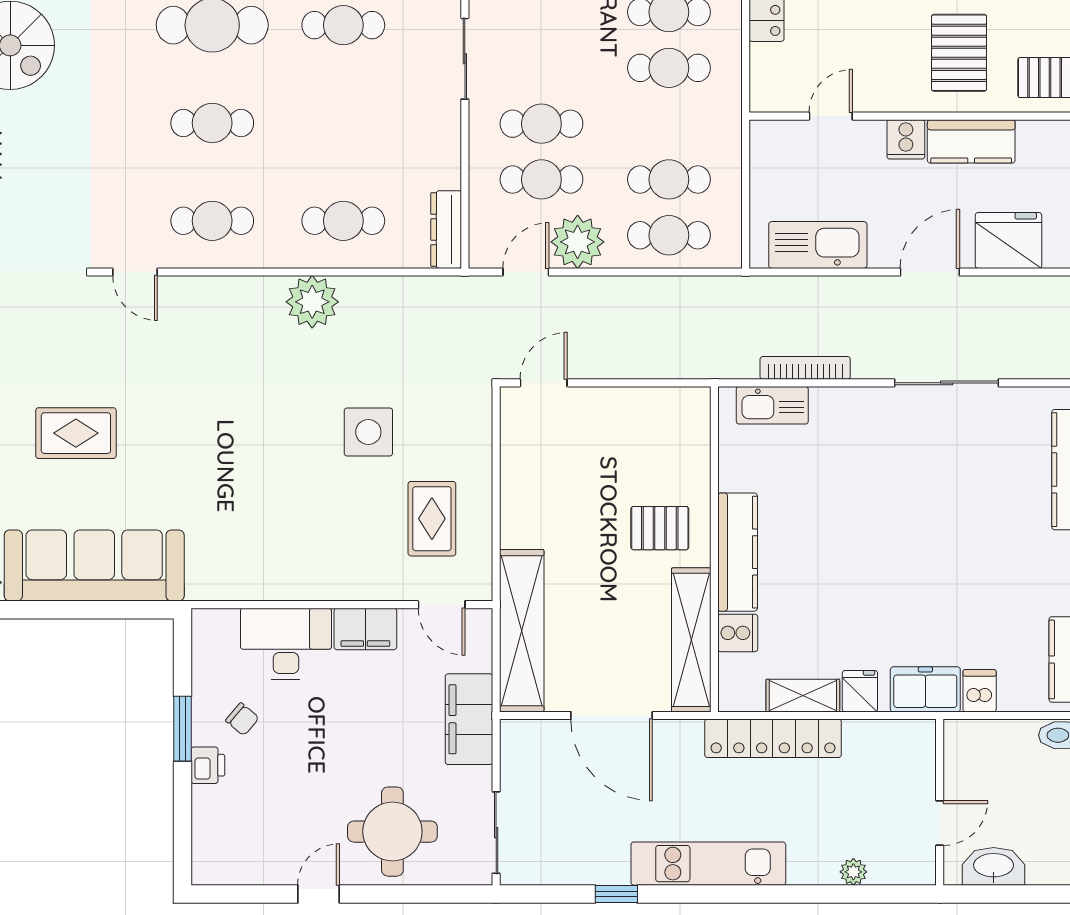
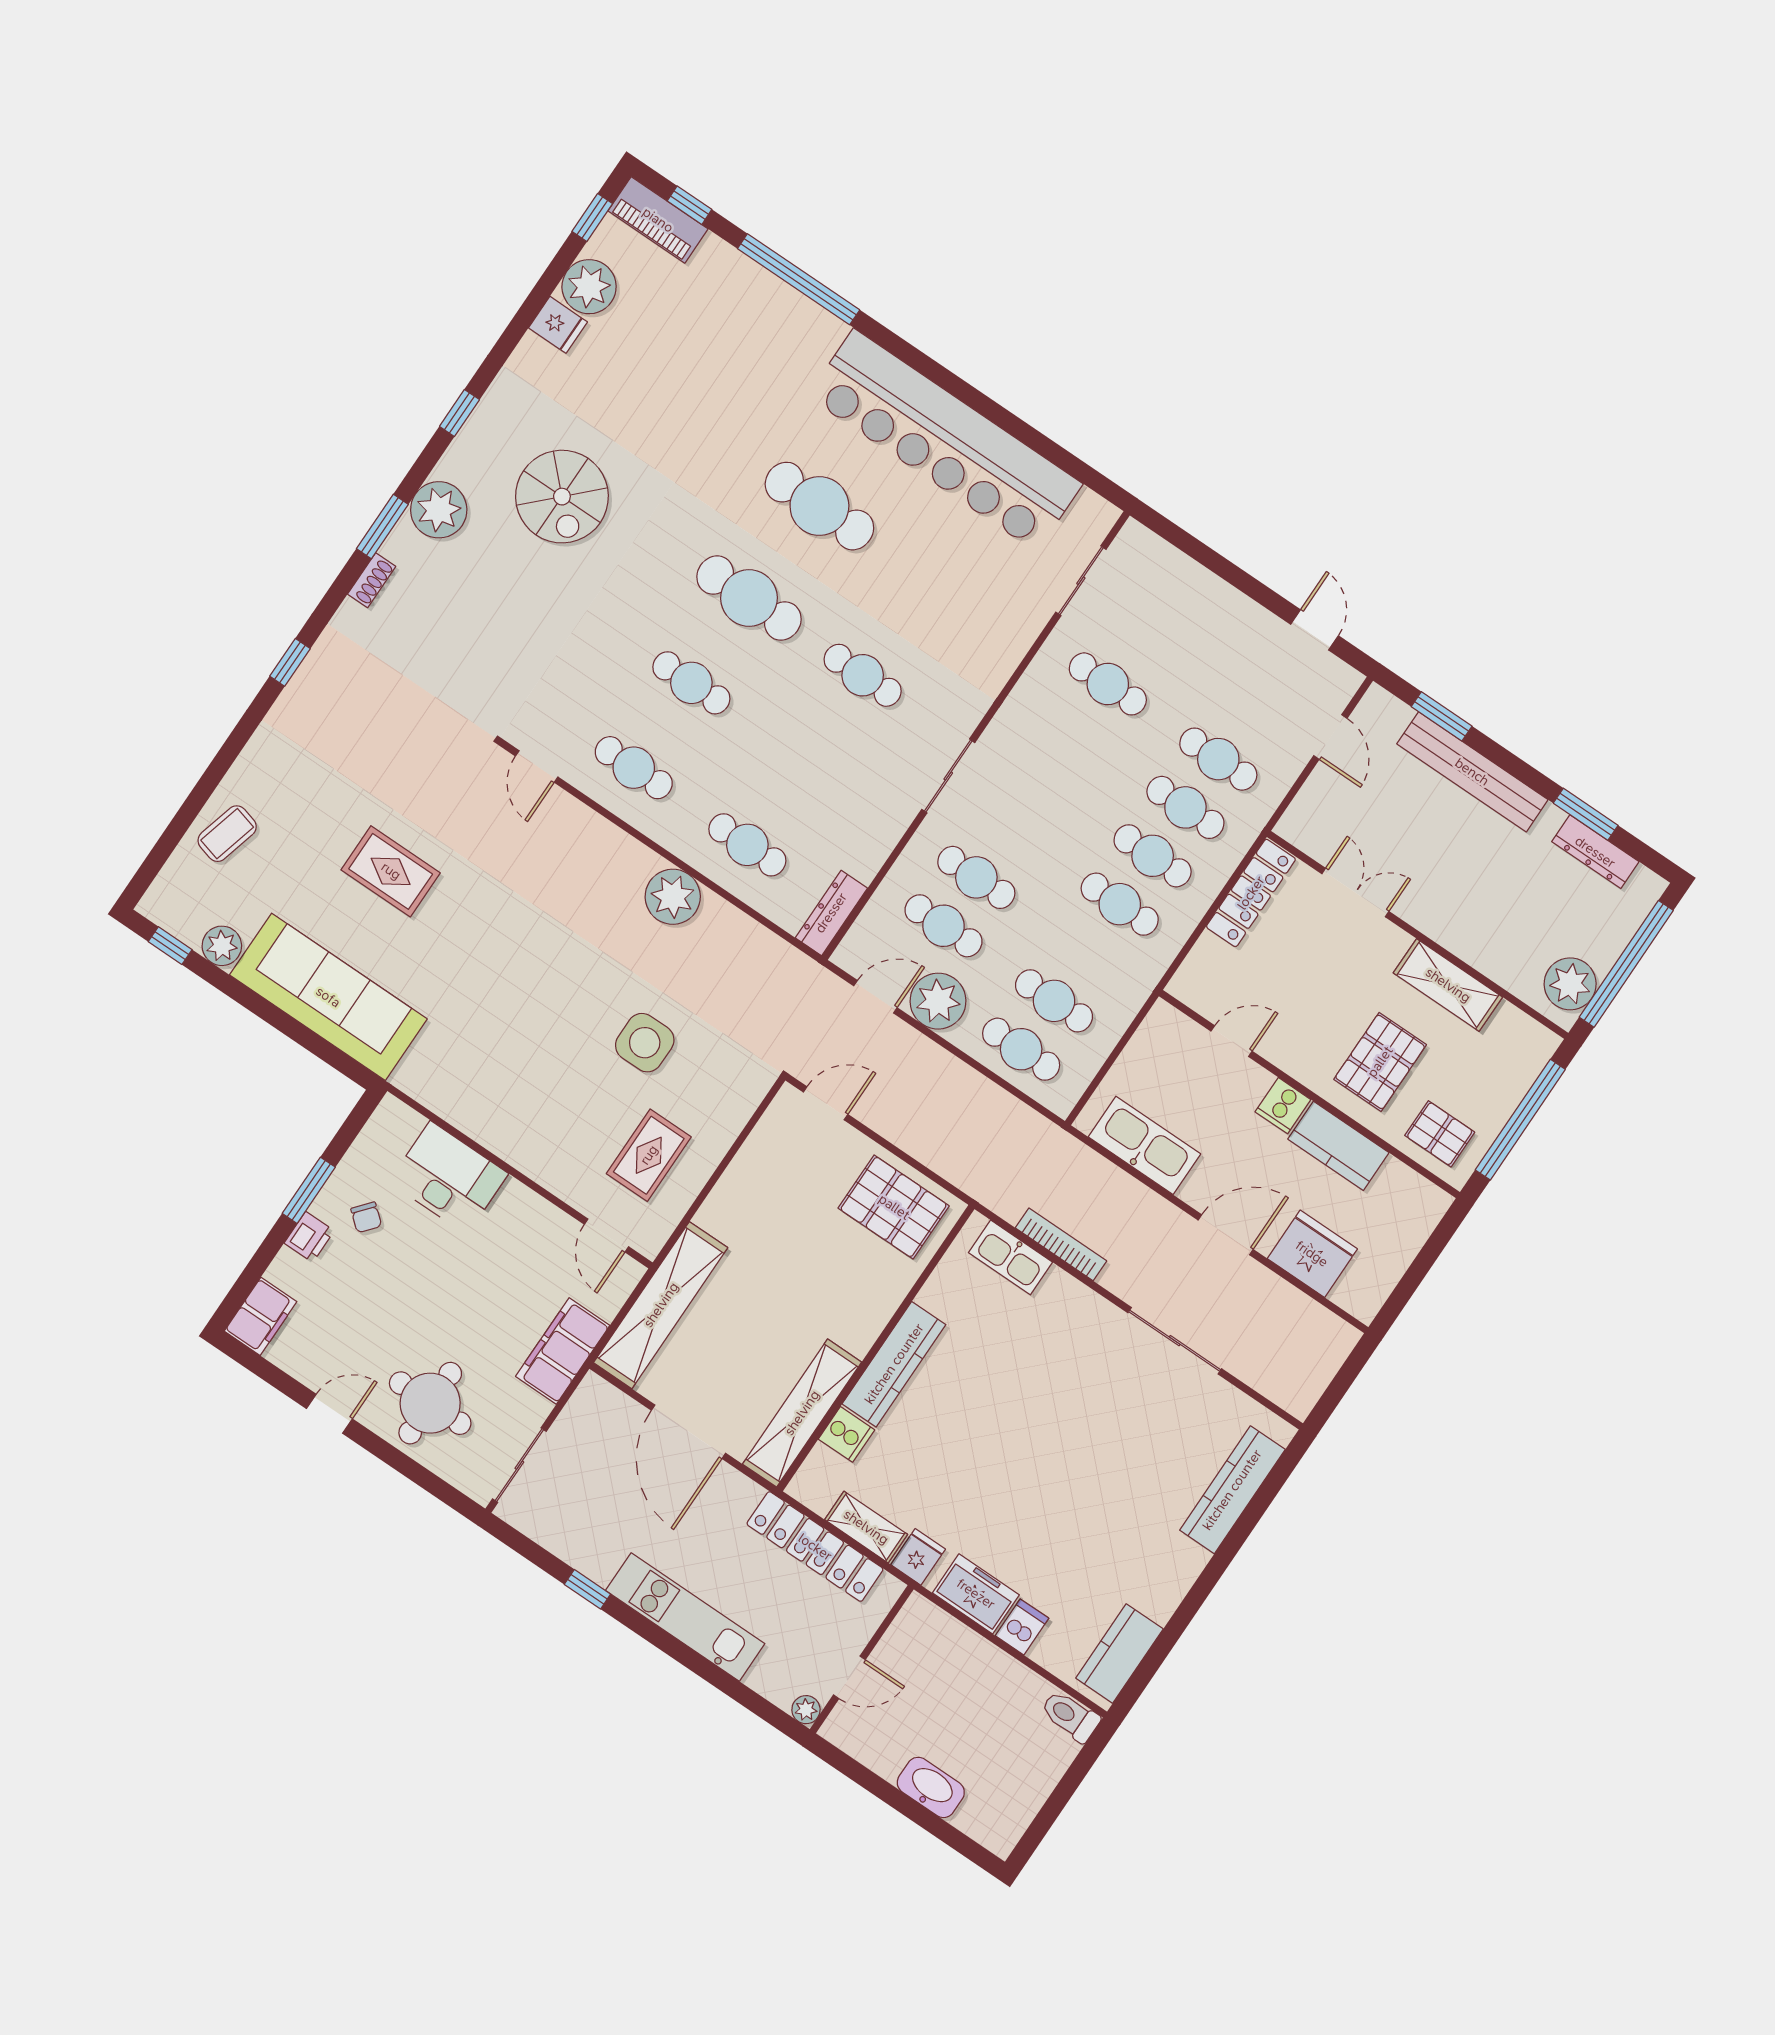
pallet: (660, 528) -> (894, 1207), moved, width x1.50, depth x1.42
filing cabinet: (365, 629) -> (261, 1316), moved, turned -90
wall: (940, 802) -> (862, 1659), moved
door: (940, 823) -> (849, 1677), moved

